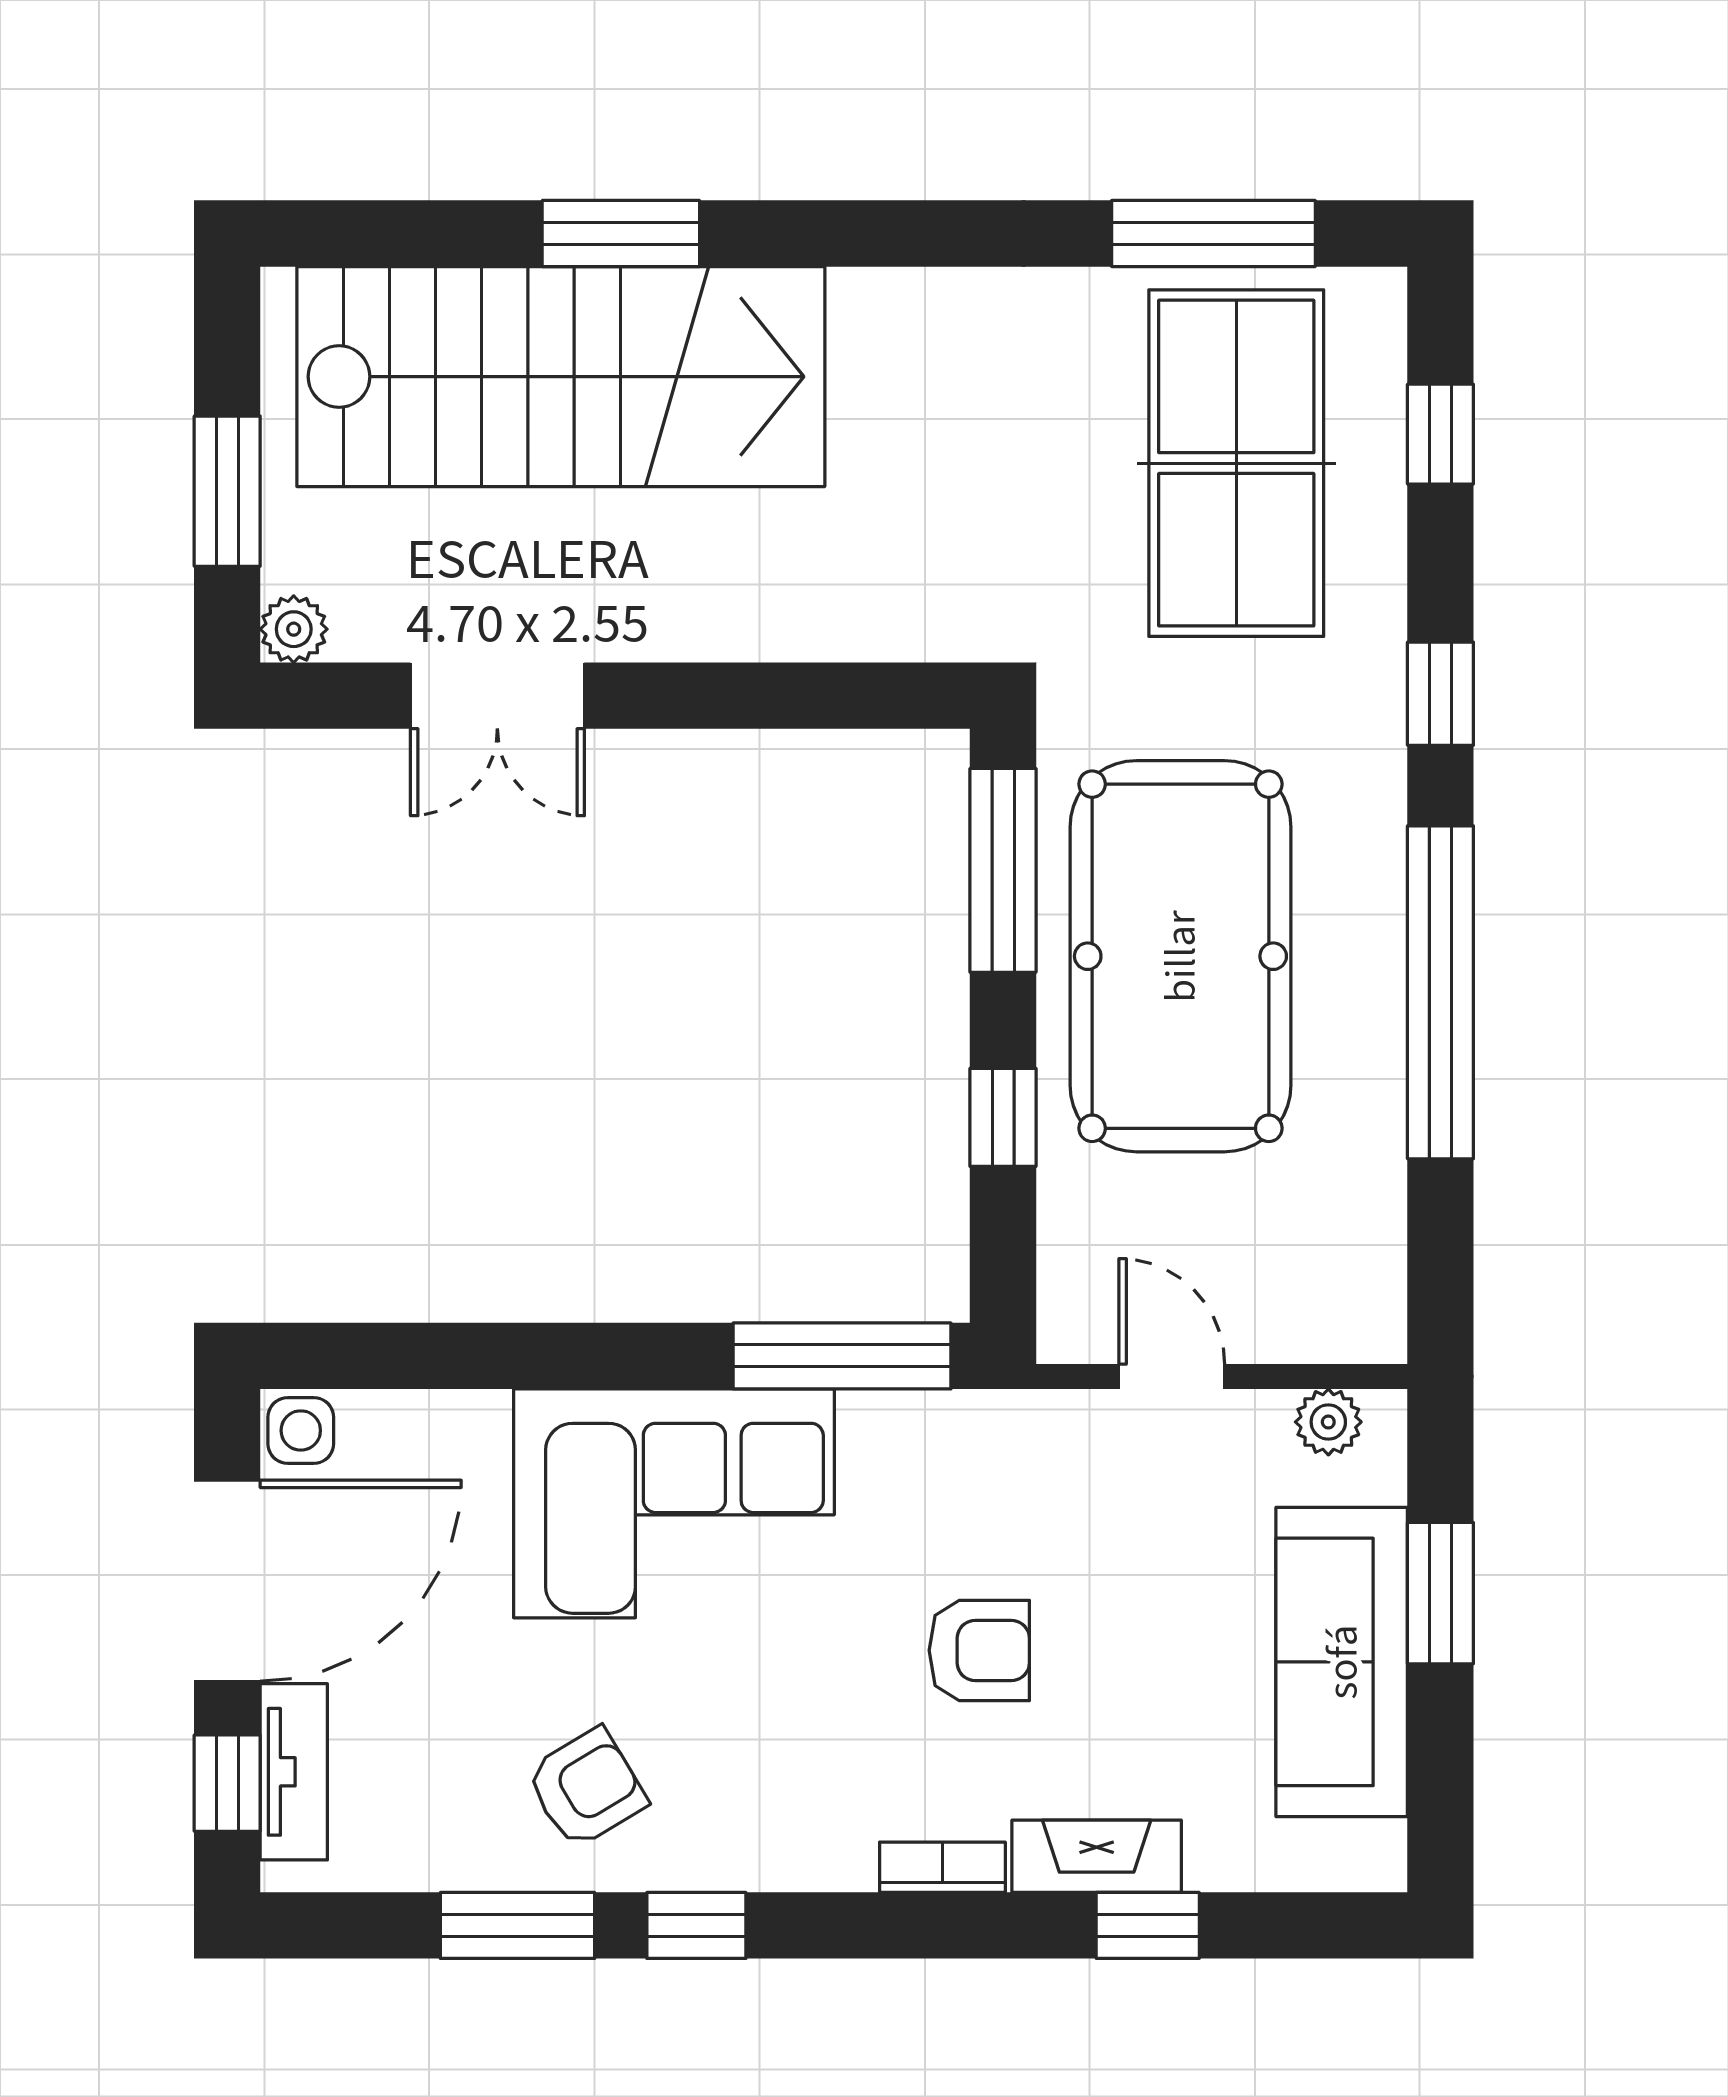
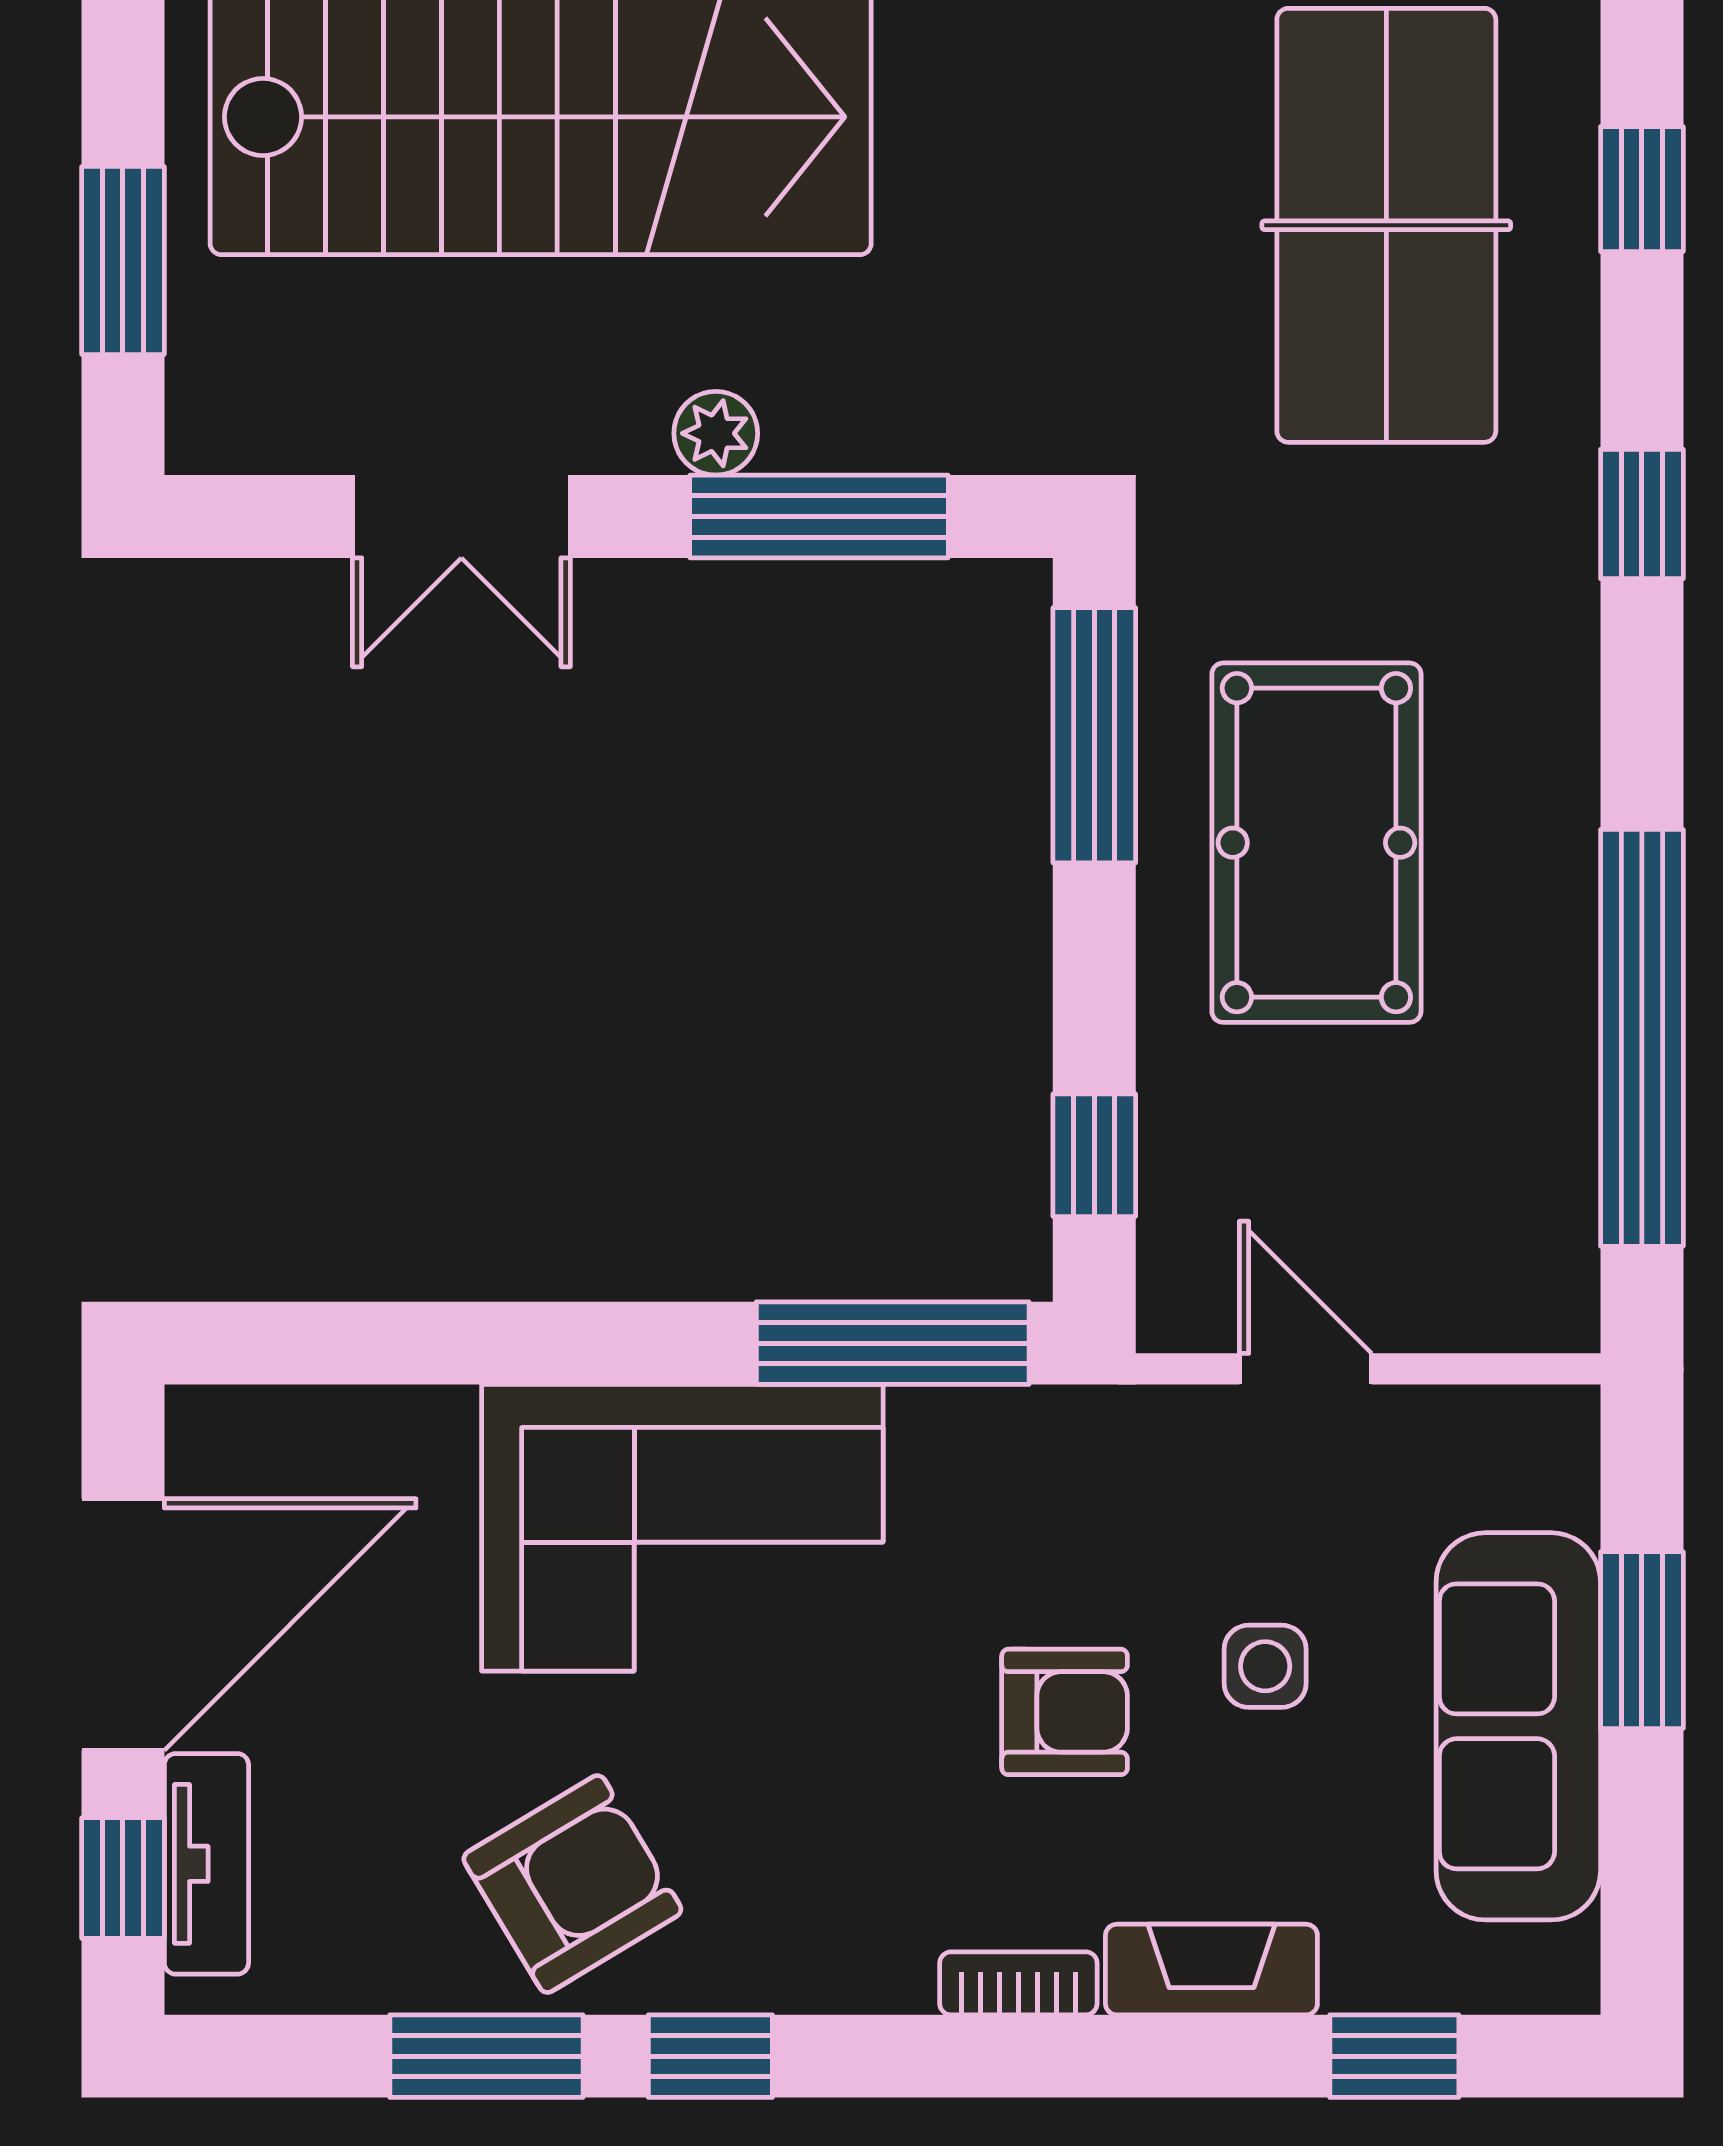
plant: (294, 629) -> (716, 433), moved
window: (783, 696) -> (819, 517), added
pool table: (1180, 956) -> (1316, 843), width x0.73, depth x0.76
window: (1440, 992) -> (1642, 1038), moved
window: (1003, 1117) -> (1094, 1155), moved
plant: (1328, 1422) -> (1502, 1426), removed
side table: (301, 1430) -> (1265, 1666), moved
armchair: (586, 1788) -> (572, 1884), width x1.38, depth x1.38
window: (1148, 1925) -> (1394, 2056), moved

